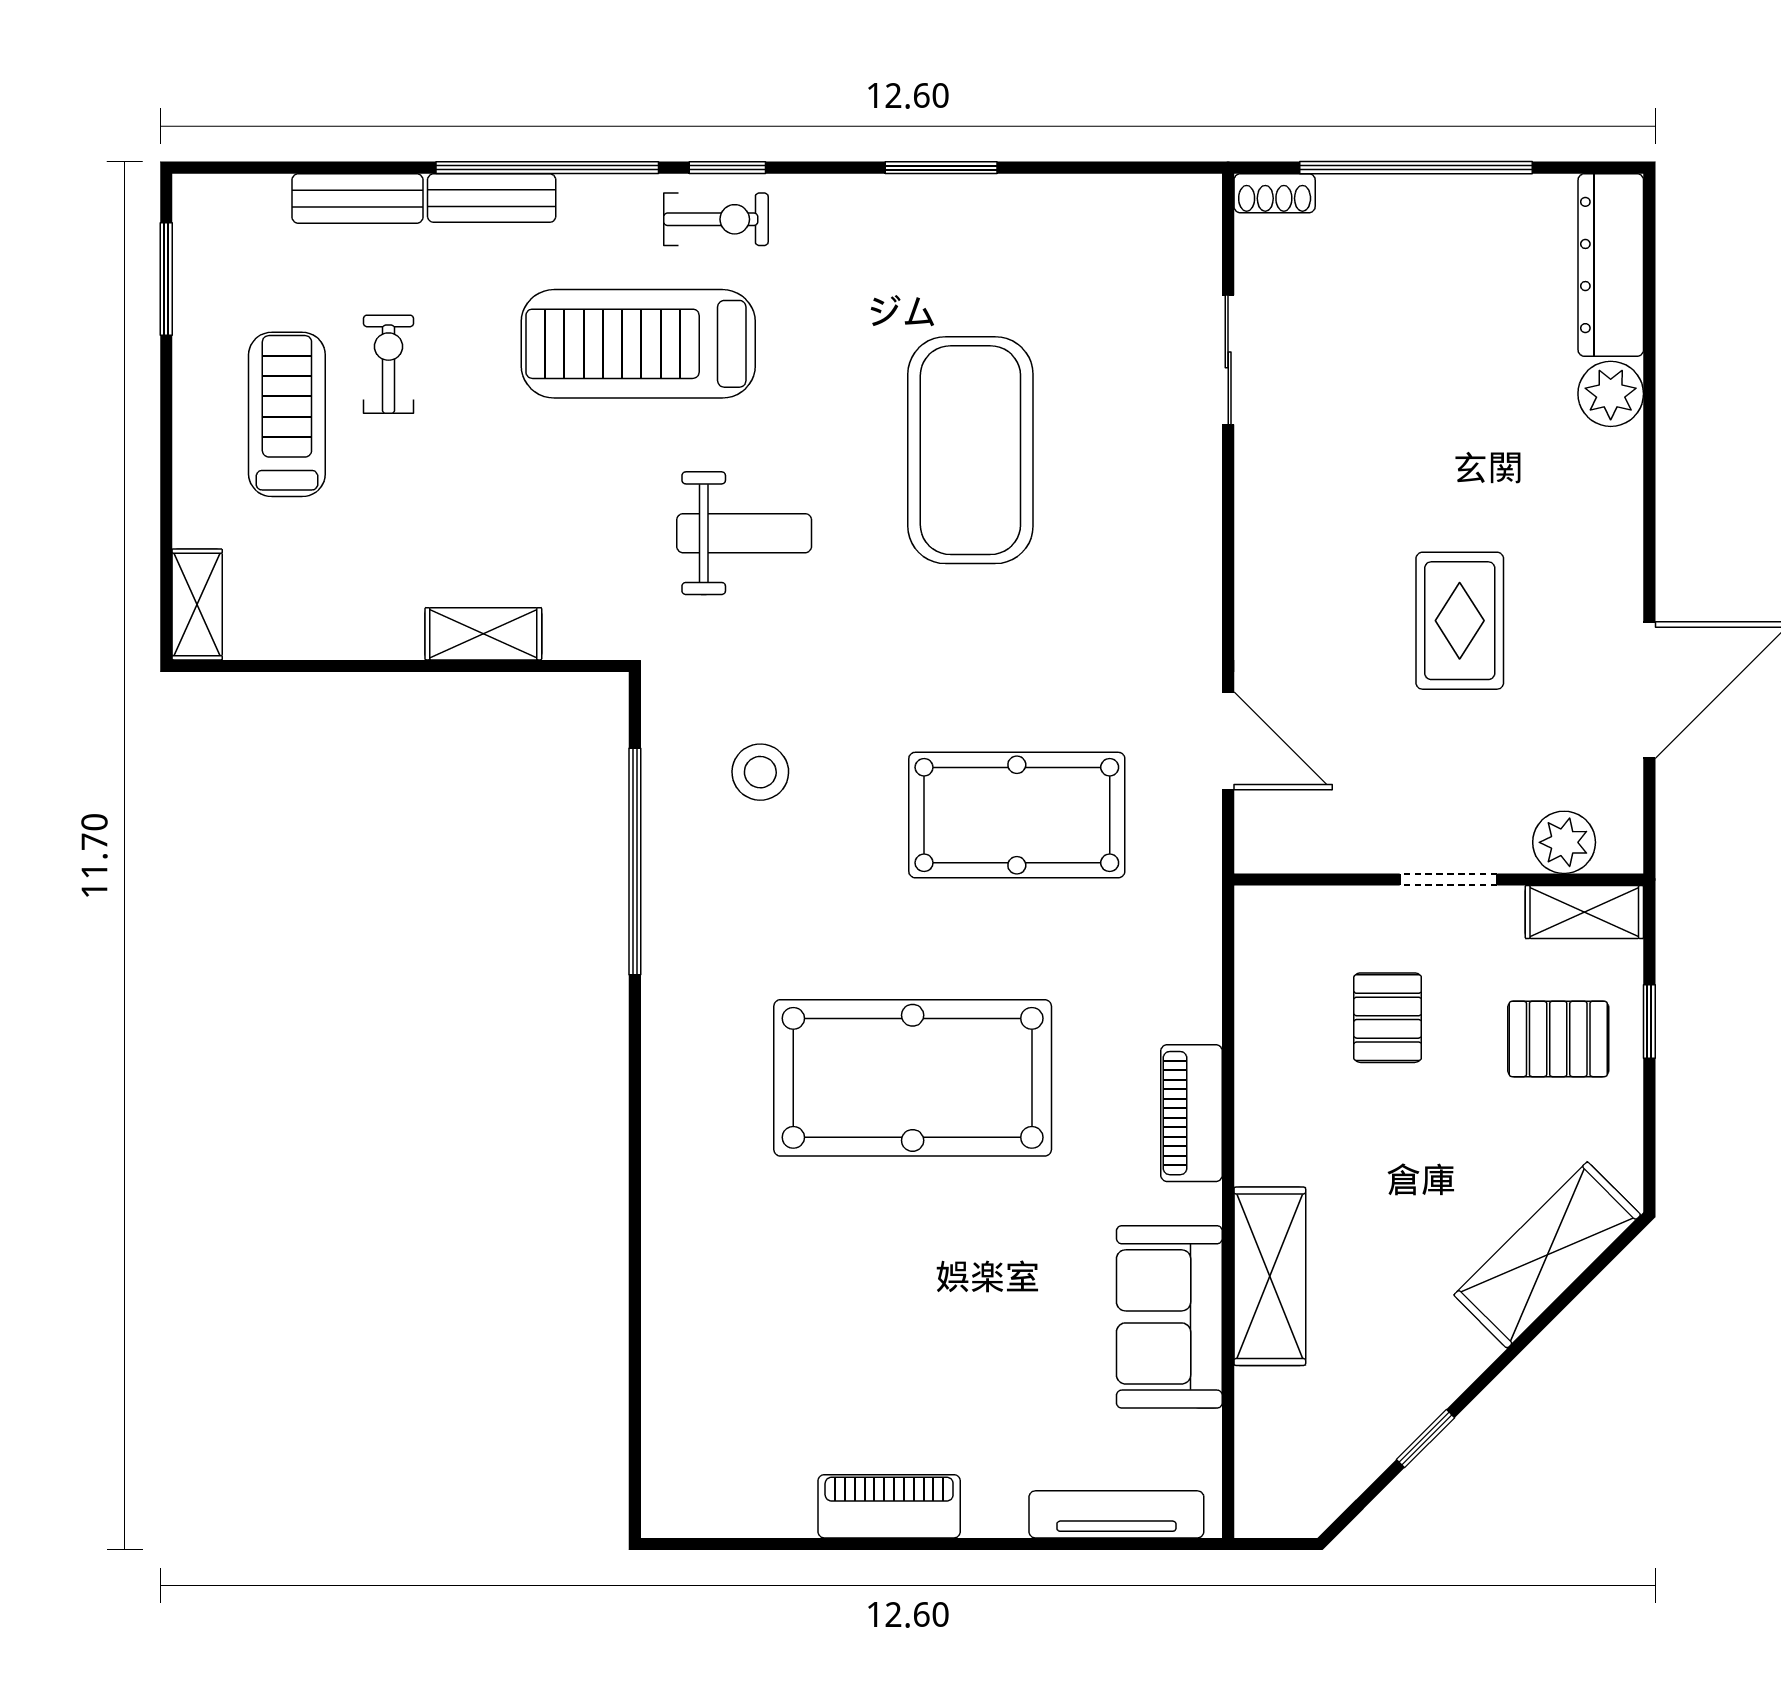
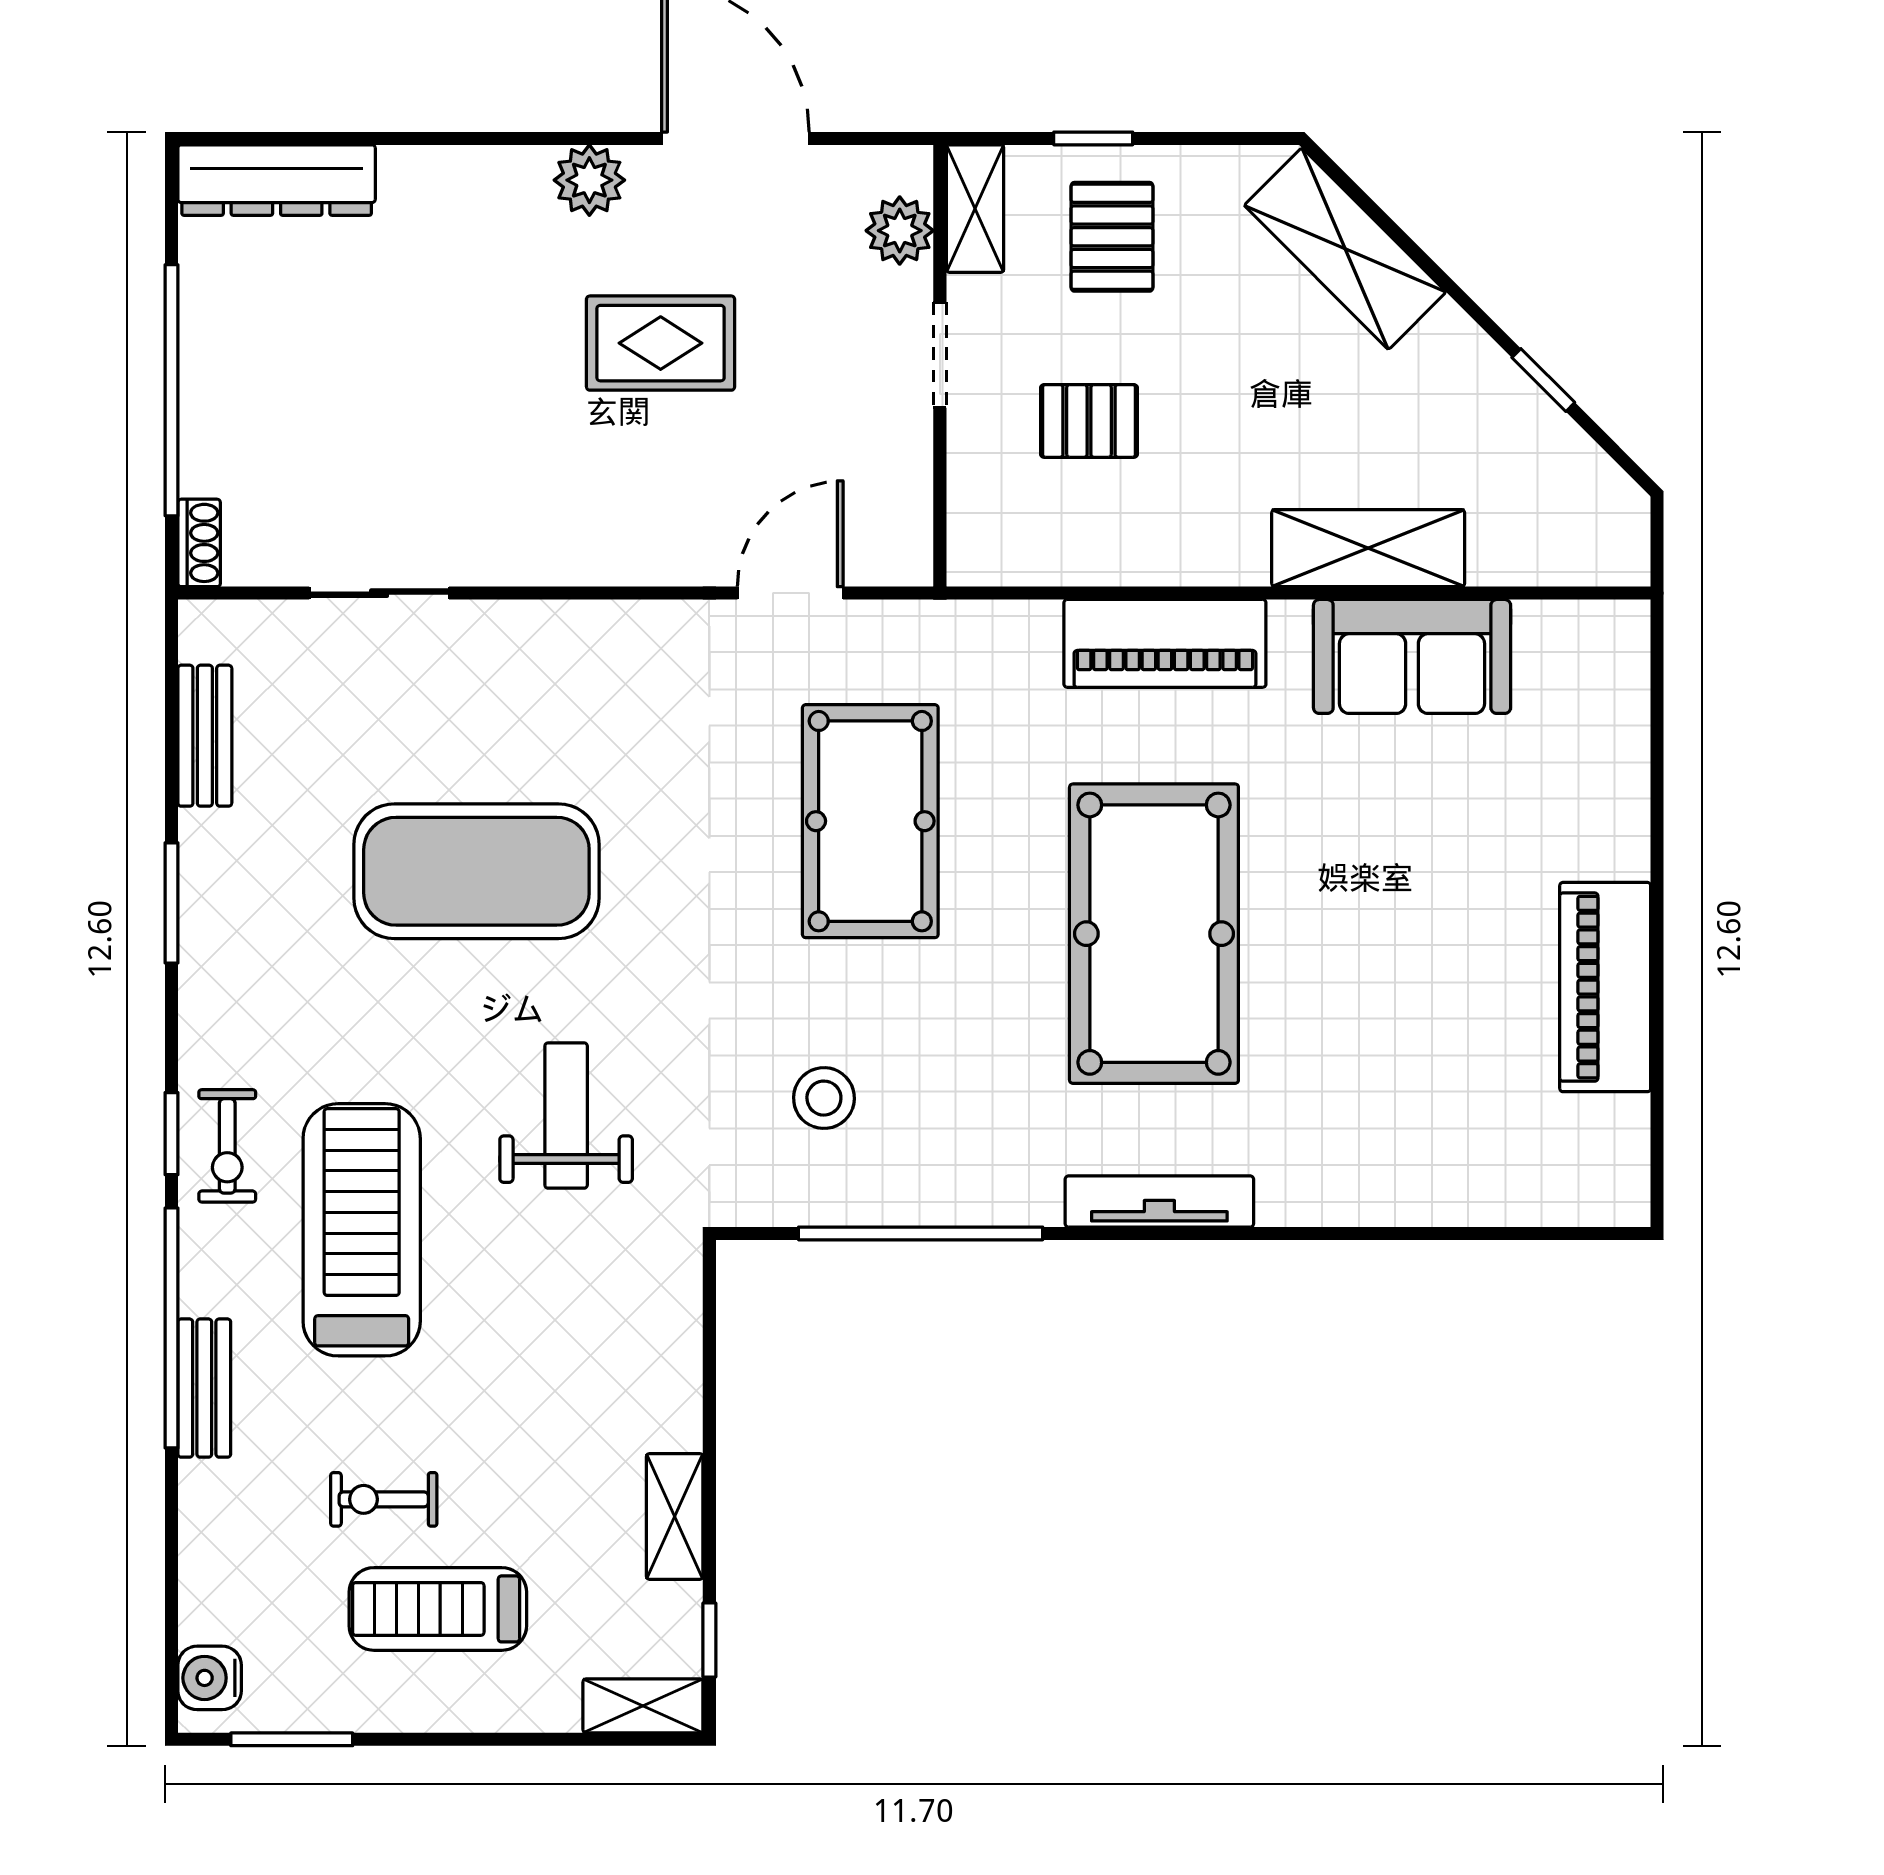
bench: (358, 199) -> (205, 736), moved
water cooler: (223, 203) -> (210, 1678), added
exercise bike: (716, 219) -> (227, 1146), turned 180
treadmill: (638, 344) -> (362, 1230), turned 180
plant: (1611, 394) -> (589, 180), moved
shelving: (483, 634) -> (675, 1516), moved
window: (258, 666) -> (709, 1640), added
piano: (1192, 1113) -> (1165, 643), width x1.37, depth x1.33
piano: (889, 1506) -> (1605, 987), width x1.37, depth x1.33
tv unit: (1116, 1514) -> (1159, 1201), moved, turned 90

